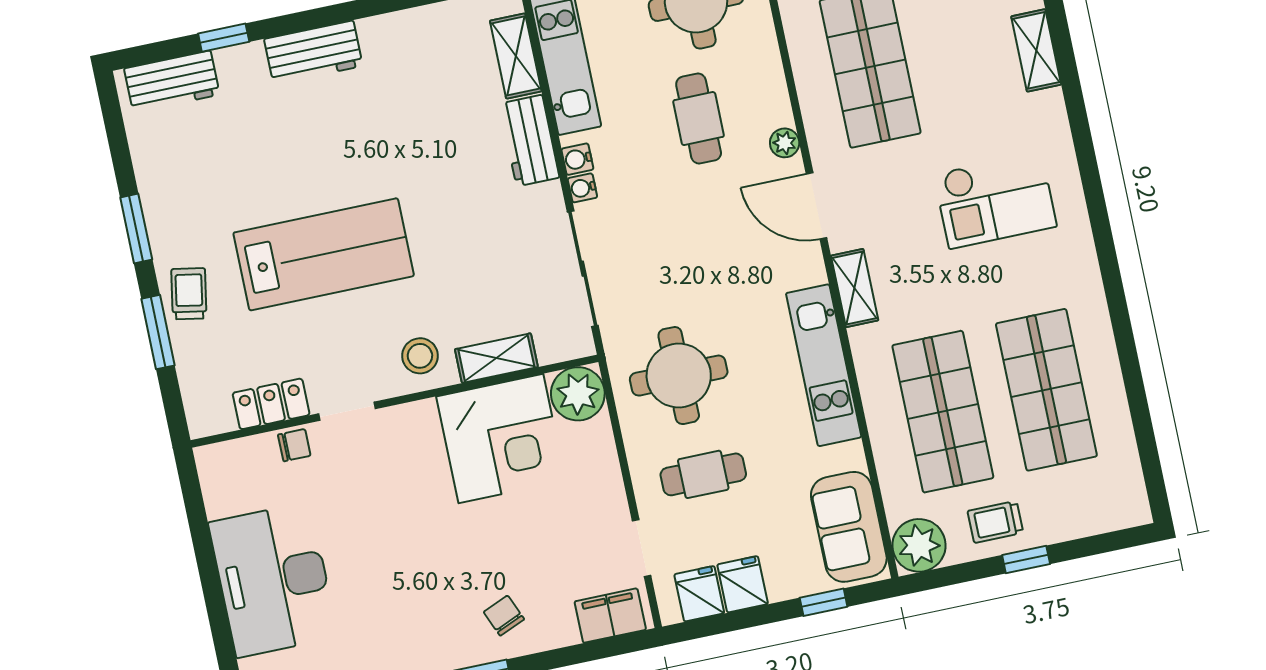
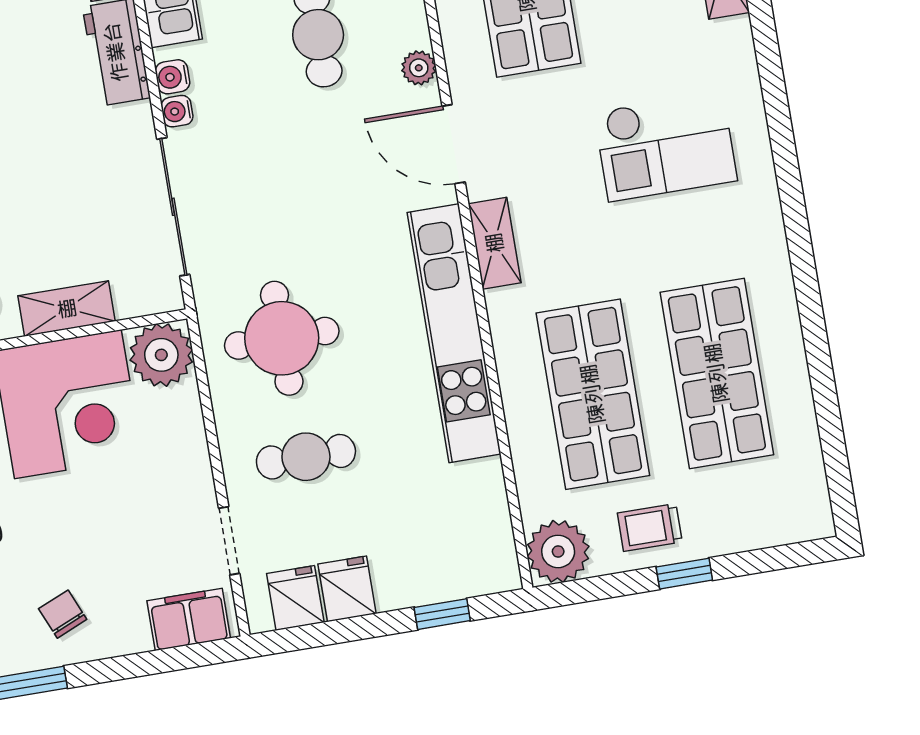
kitchen unit: (824, 365) -> (454, 333), width x1.36
sofa: (849, 527) -> (476, 526), removed

